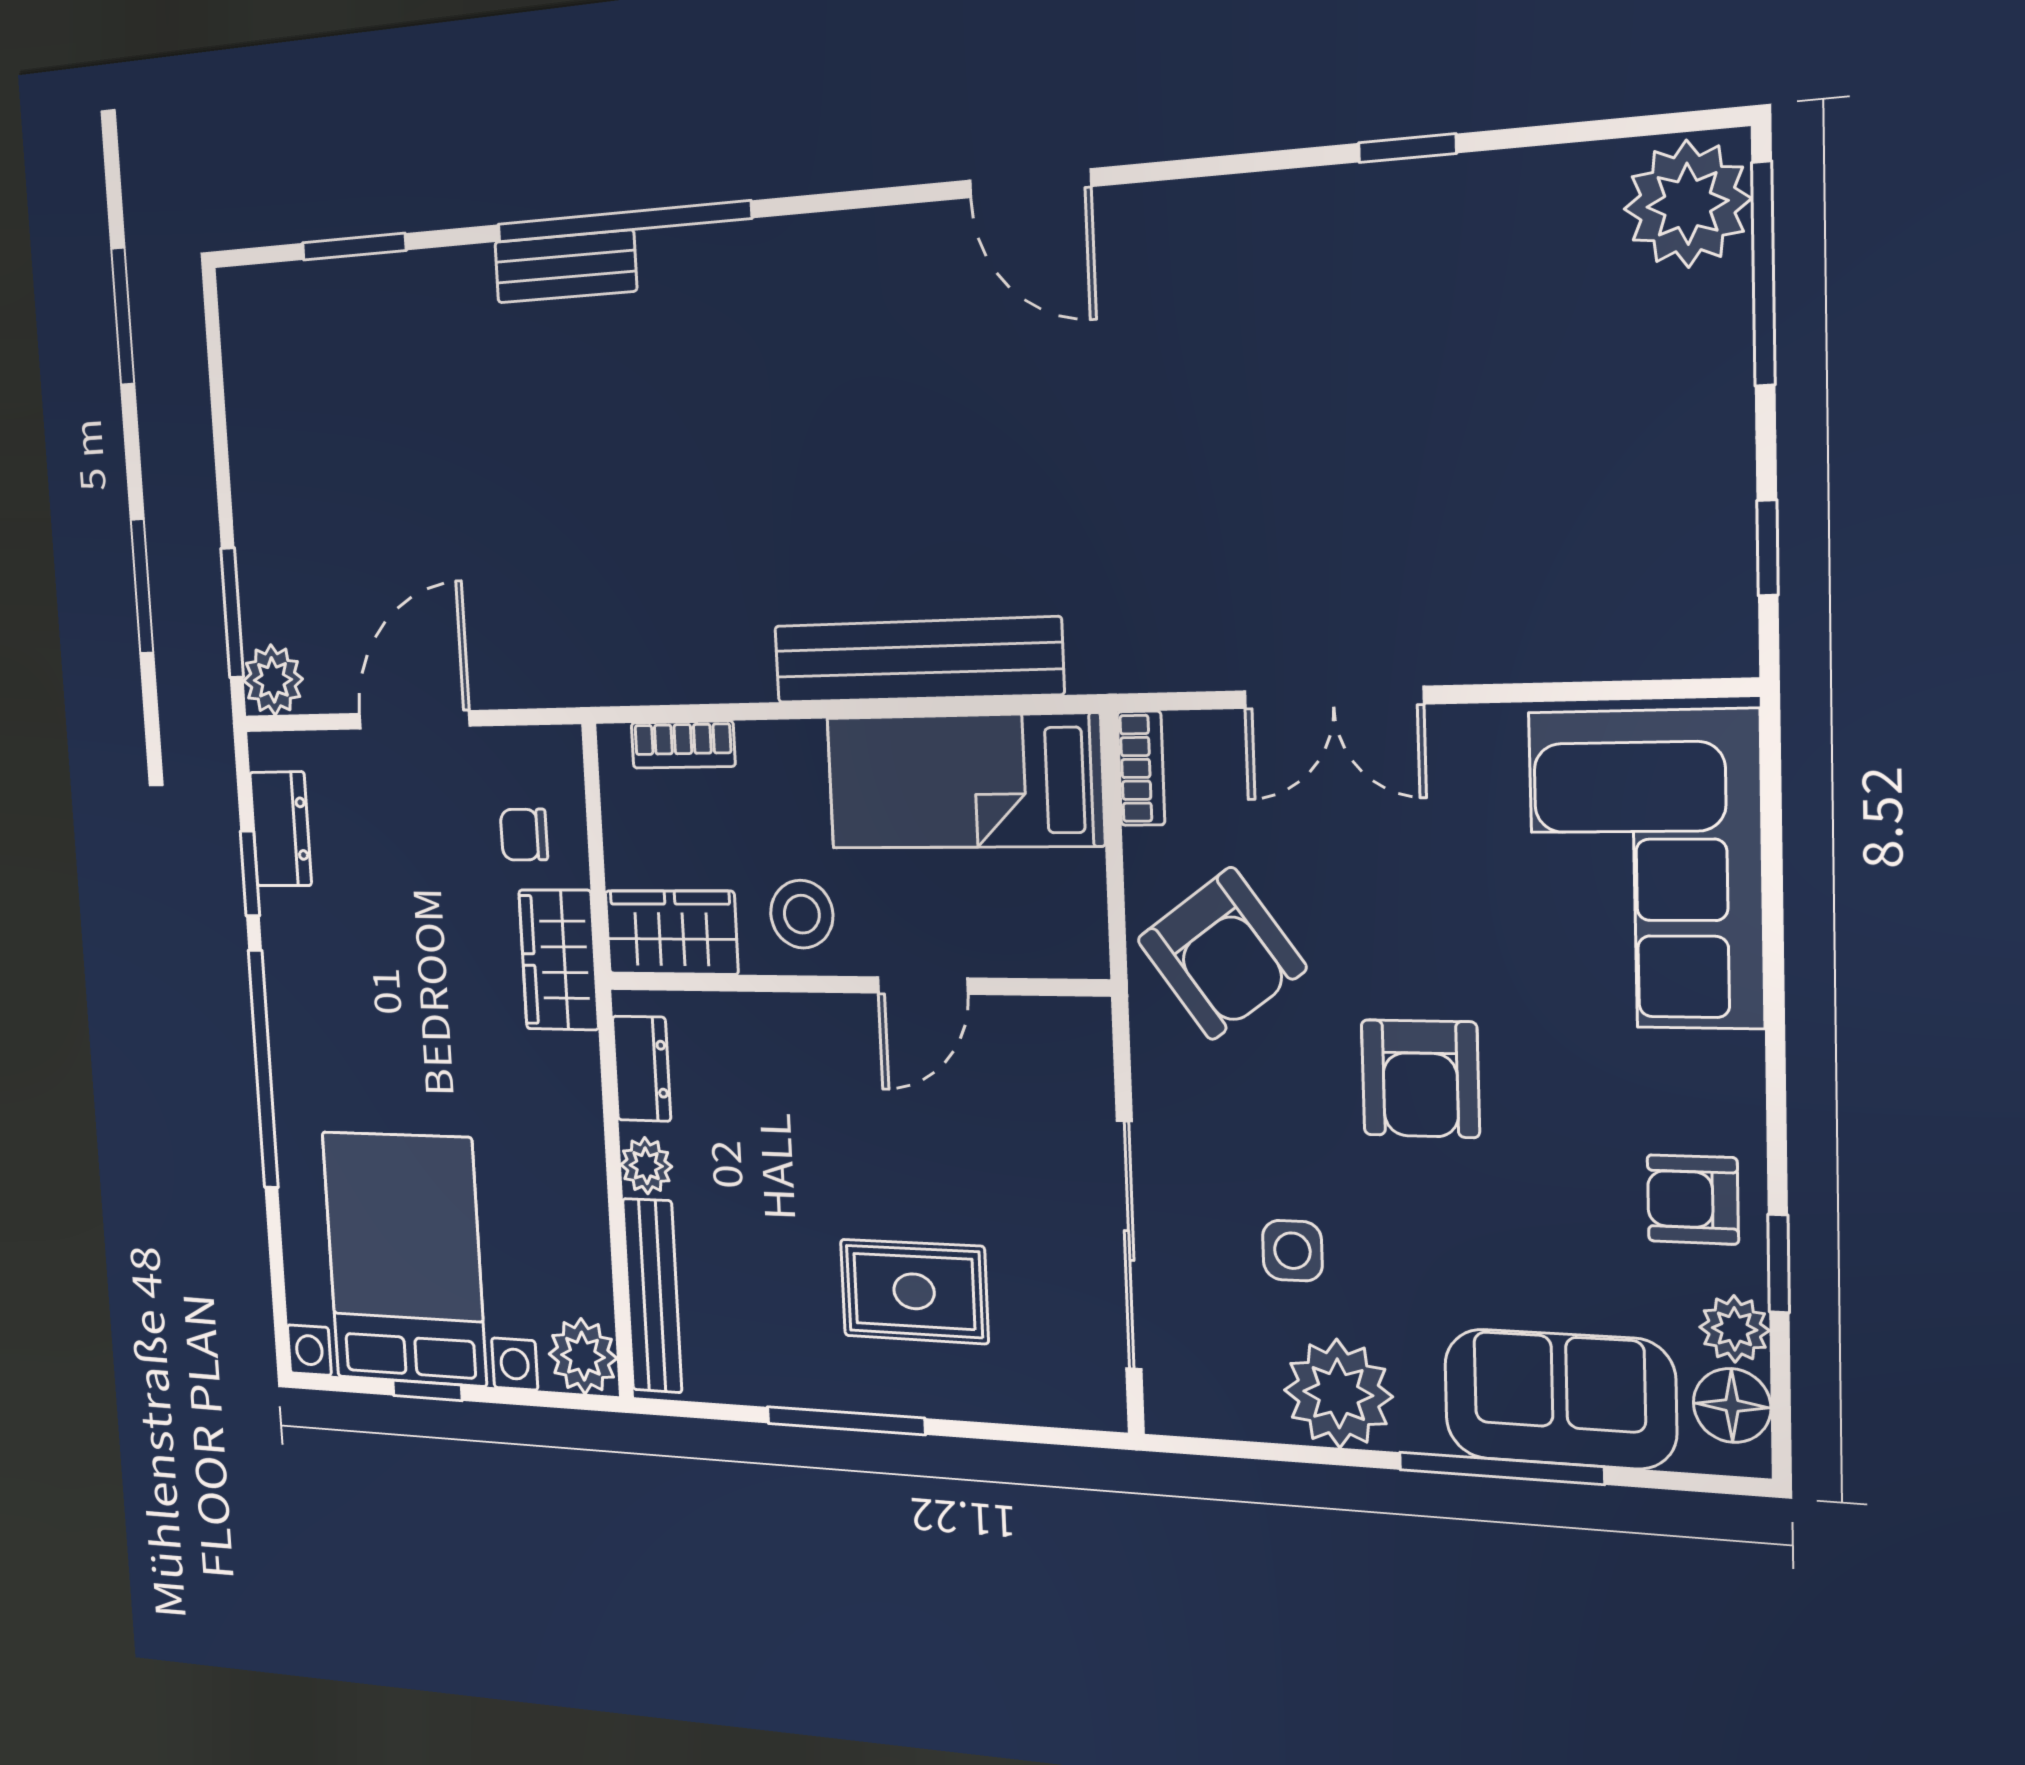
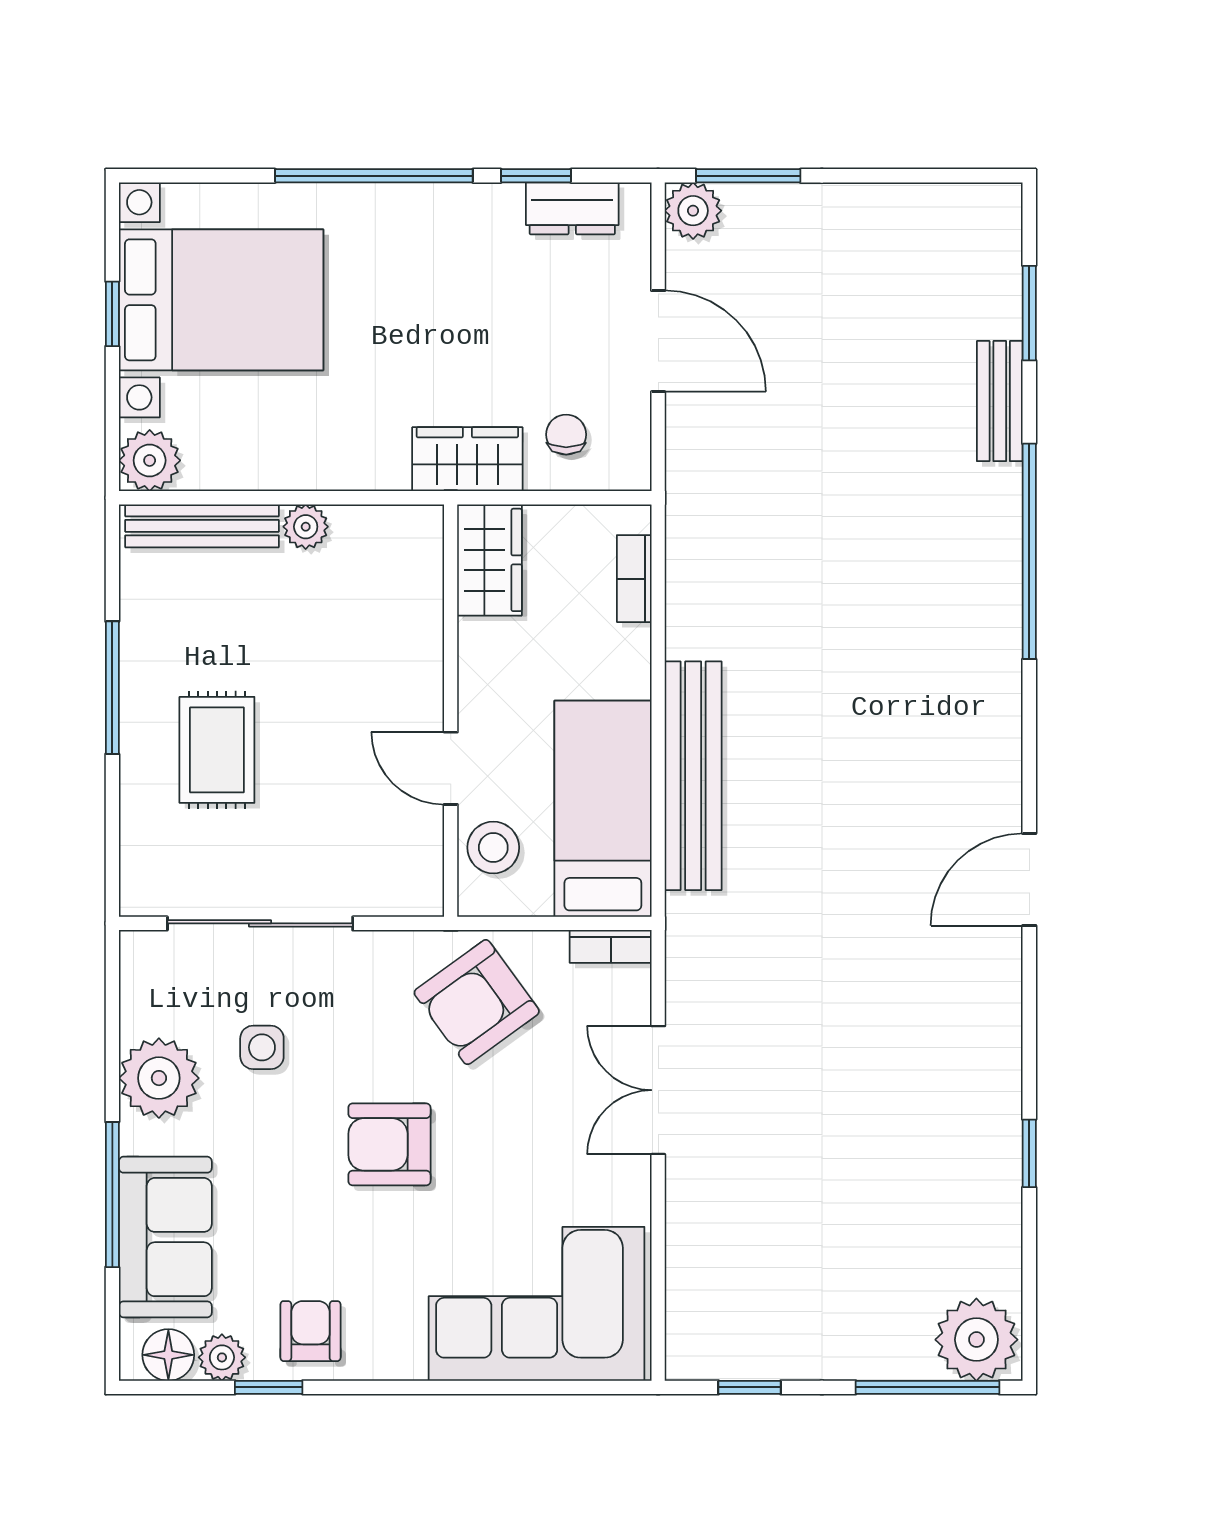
bench: (565, 266) -> (1000, 401), moved
stool: (802, 914) -> (493, 847), moved
dresser: (642, 1069) -> (382, 527), removed

